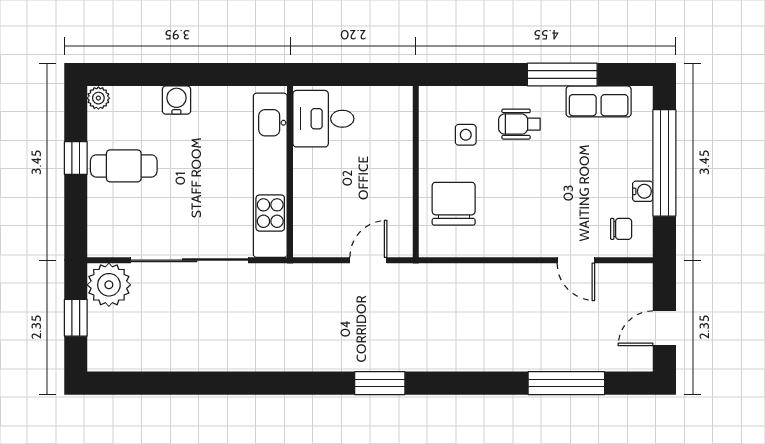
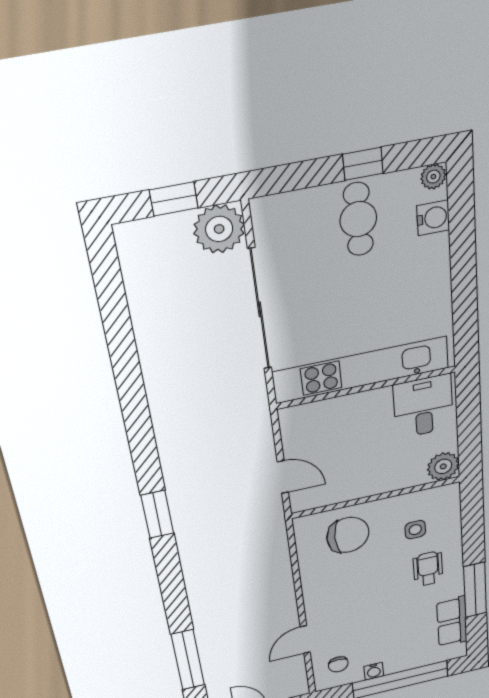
water cooler: (176, 100) -> (433, 218), moved
plant: (397, 102) -> (443, 466), added

